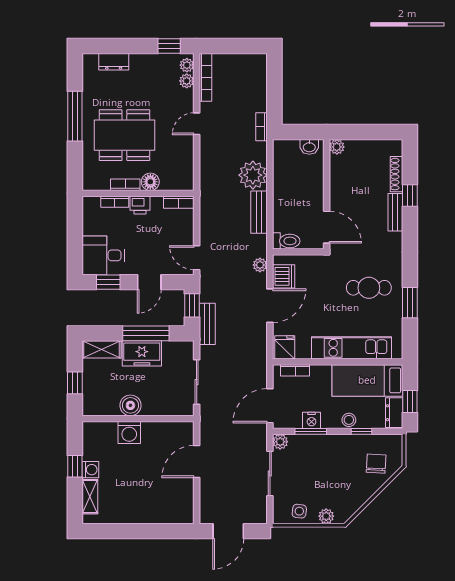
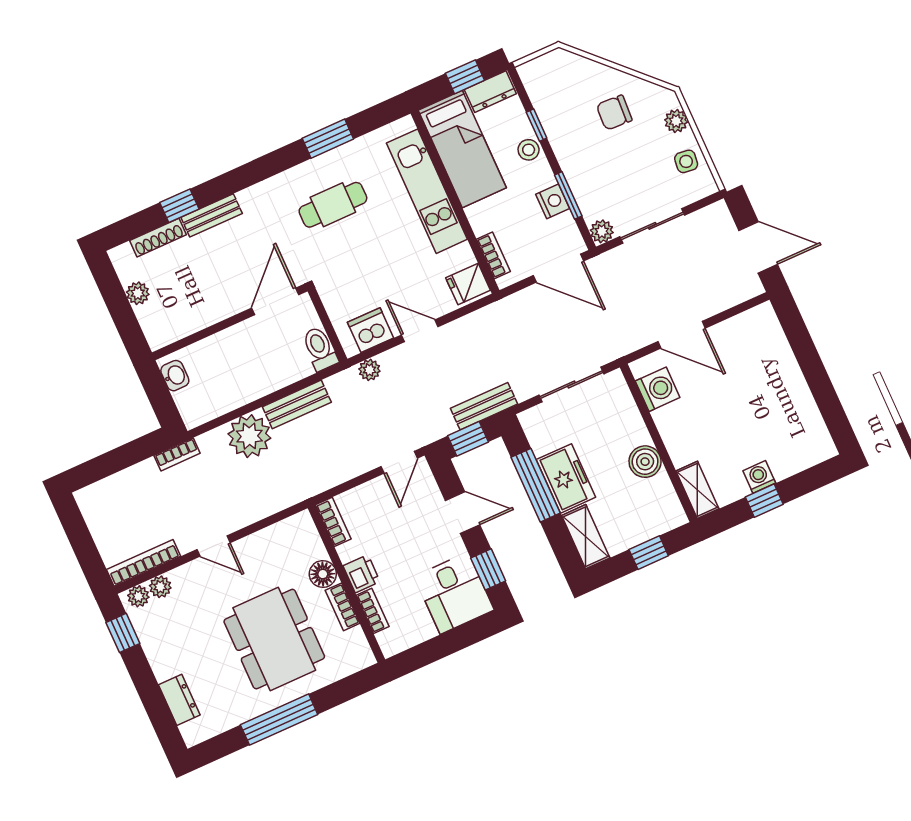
plant: (337, 147) -> (138, 293), moved
cafe table: (369, 288) -> (333, 205), turned 90
door: (270, 306) -> (420, 331), width x0.73
washing machine: (129, 432) -> (658, 389), moved
chair: (376, 464) -> (614, 113), moved
shelving: (90, 497) -> (697, 490), moved, turned 90

